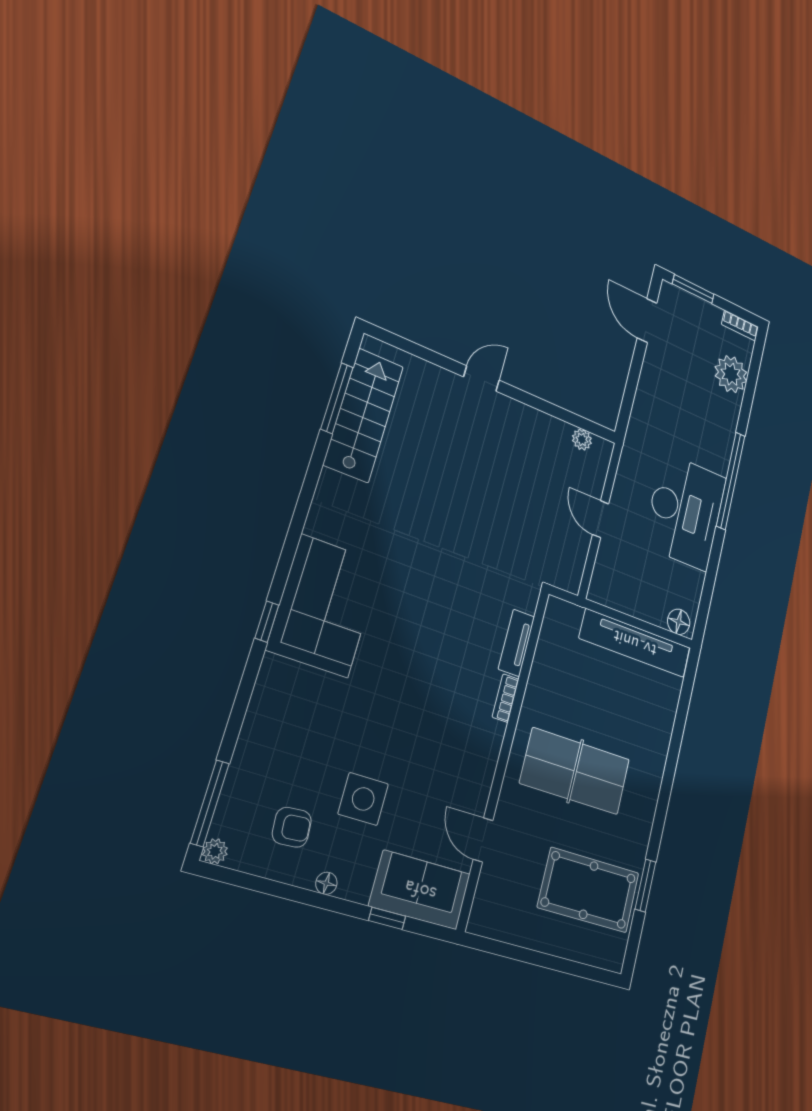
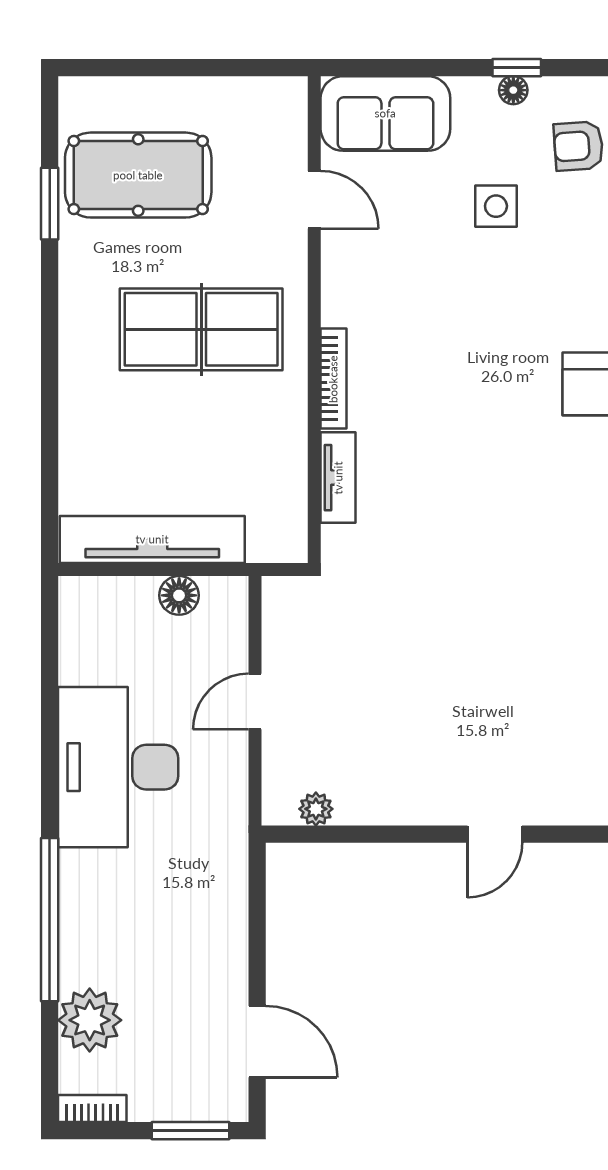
window: (731, 481) -> (50, 920), moved
door: (601, 519) -> (255, 702), swing flipped
floor lamp: (679, 622) -> (179, 595), moved
bookcase: (506, 698) -> (333, 379), width x1.56
side table: (363, 799) -> (496, 206), width x0.73, depth x0.73
window: (387, 918) -> (517, 68), moved

